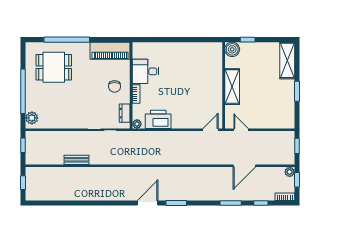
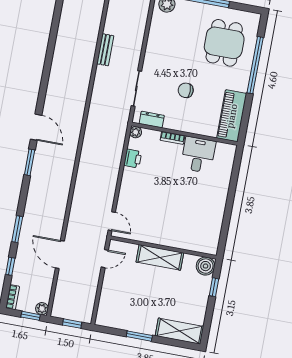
chair: (115, 86) -> (186, 90), moved
printer: (158, 119) -> (133, 159), width x0.53, depth x0.68

